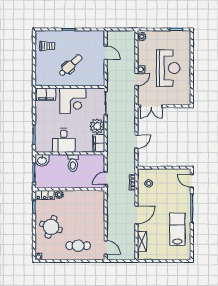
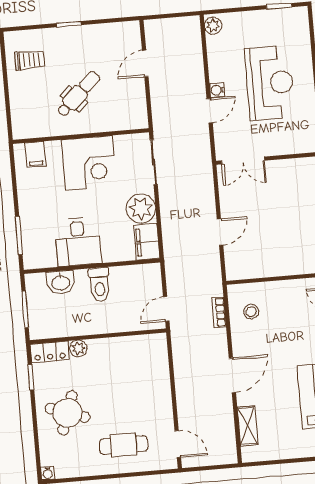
door: (106, 53) -> (145, 63), swing flipped
filing cabinet: (46, 94) -> (36, 154), width x0.50
washbasin: (42, 160) -> (61, 282), moved

